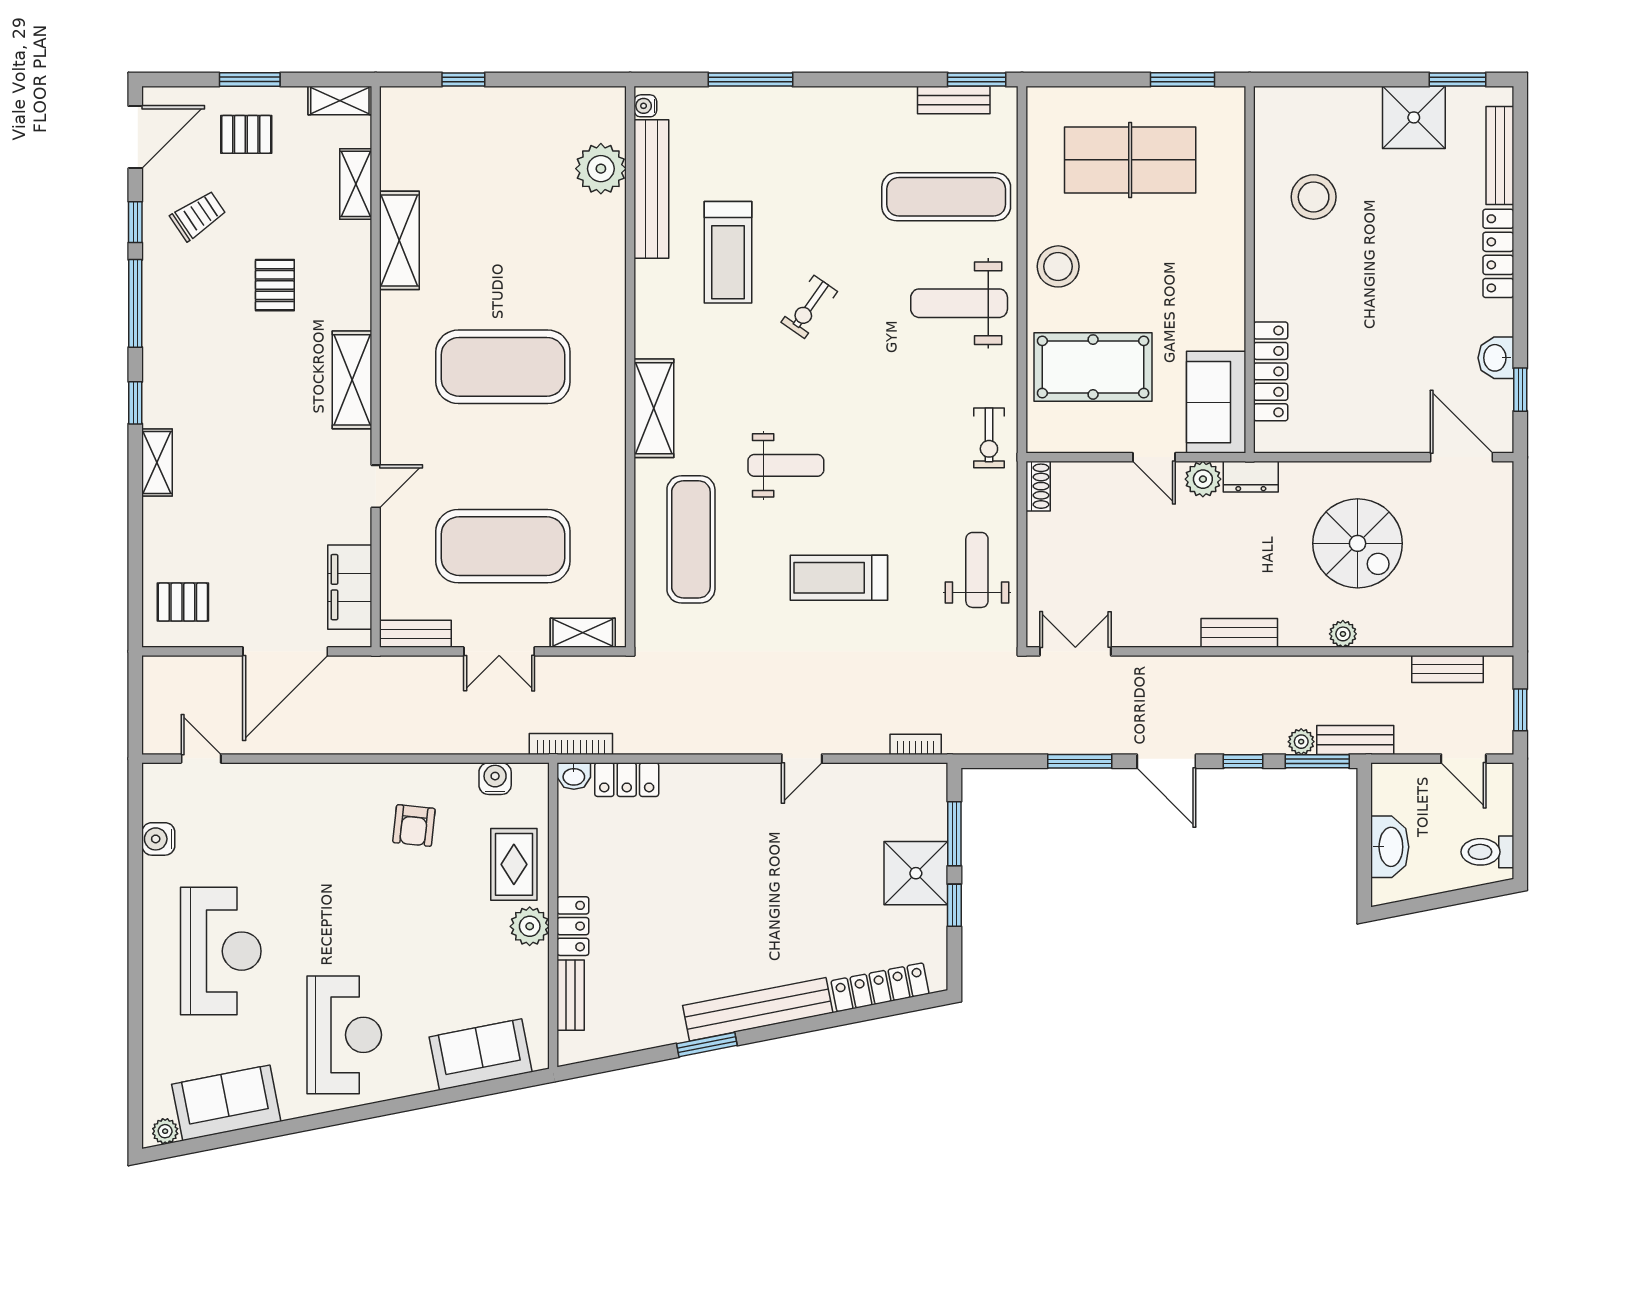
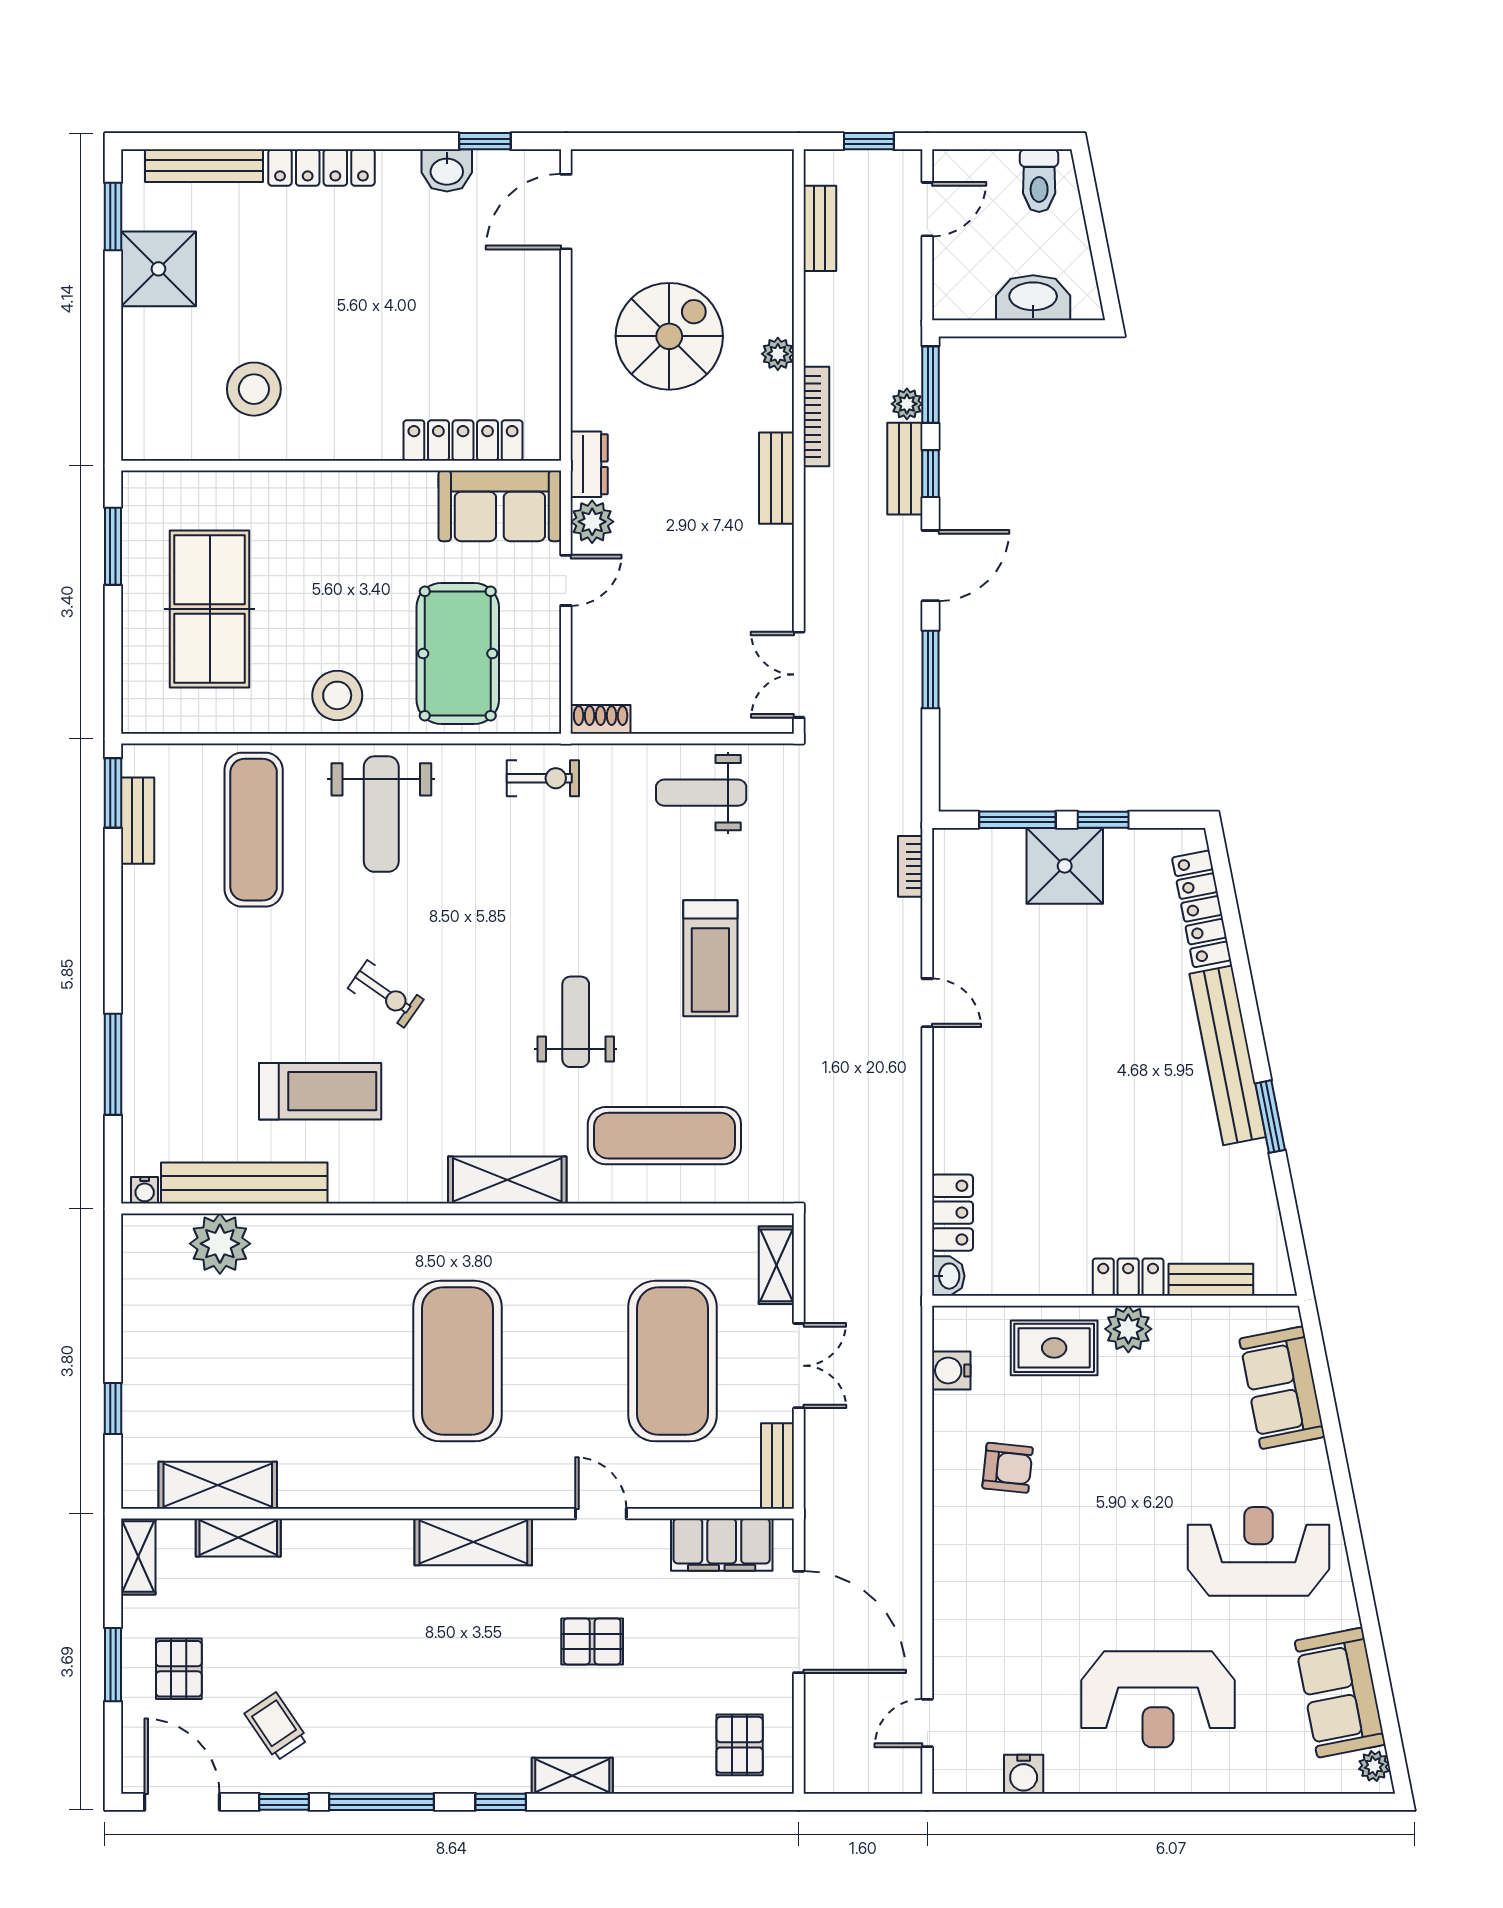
shelving: (399, 240) -> (218, 1485), moved
pallet: (275, 285) -> (592, 1641), moved
bench: (1355, 740) -> (905, 469), moved
bookcase: (571, 744) -> (816, 416), moved, turned 180
reception desk: (221, 951) -> (1158, 1699), turned 180

